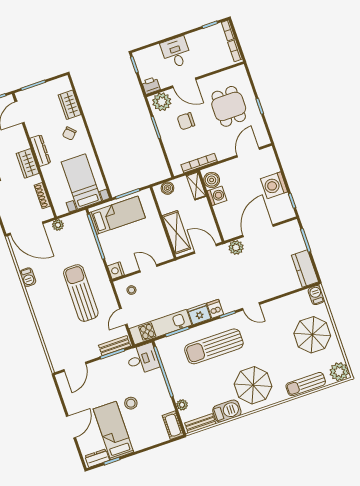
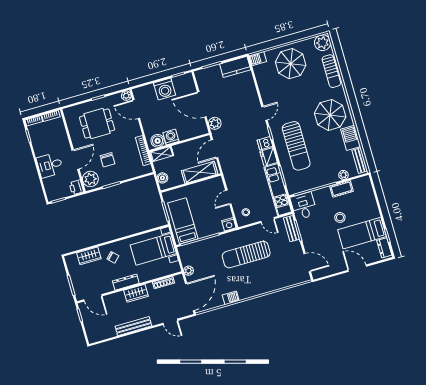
plant: (264, 140) -> (126, 96), added
cot: (173, 425) -> (341, 189), moved

